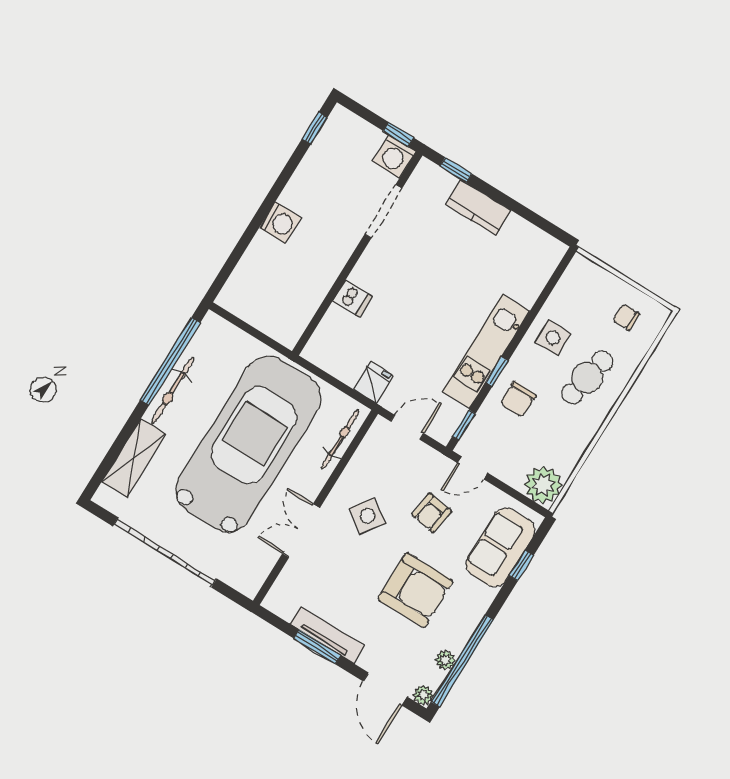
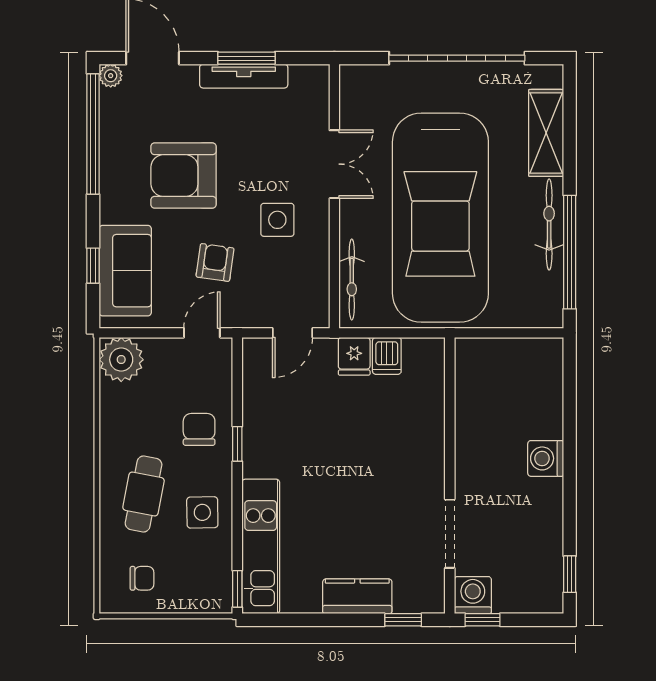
dishwasher: (352, 299) -> (387, 356), moved, turned -90
kitchen unit: (486, 351) -> (261, 546), moved
window: (464, 425) -> (237, 589), moved
side table: (367, 516) -> (277, 220), turned -35
plant: (445, 660) -> (110, 124), removed

